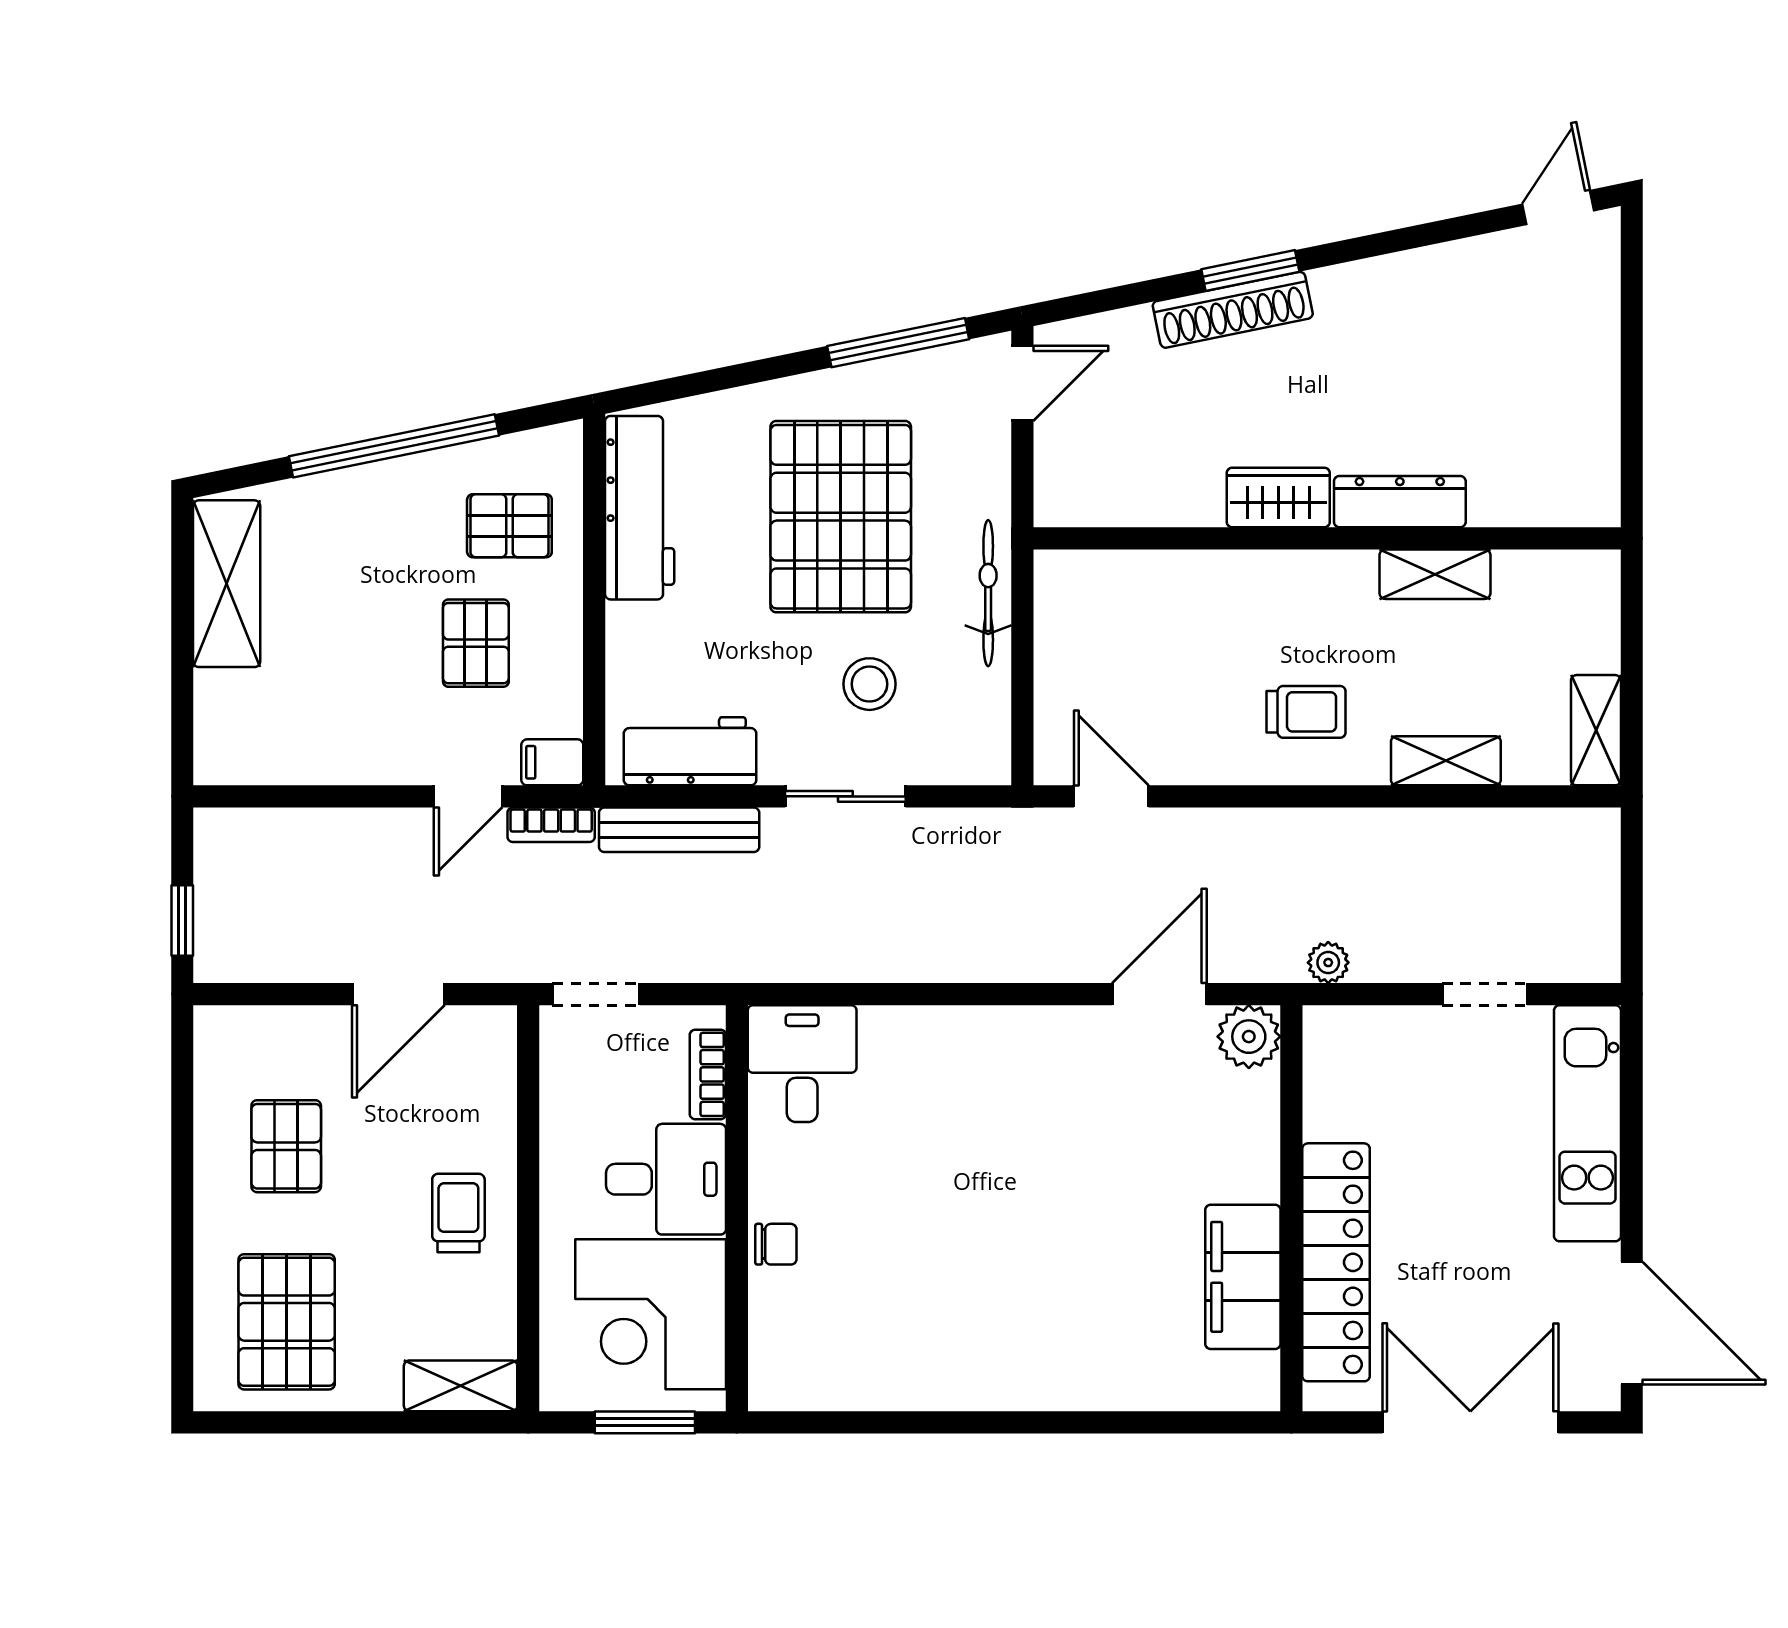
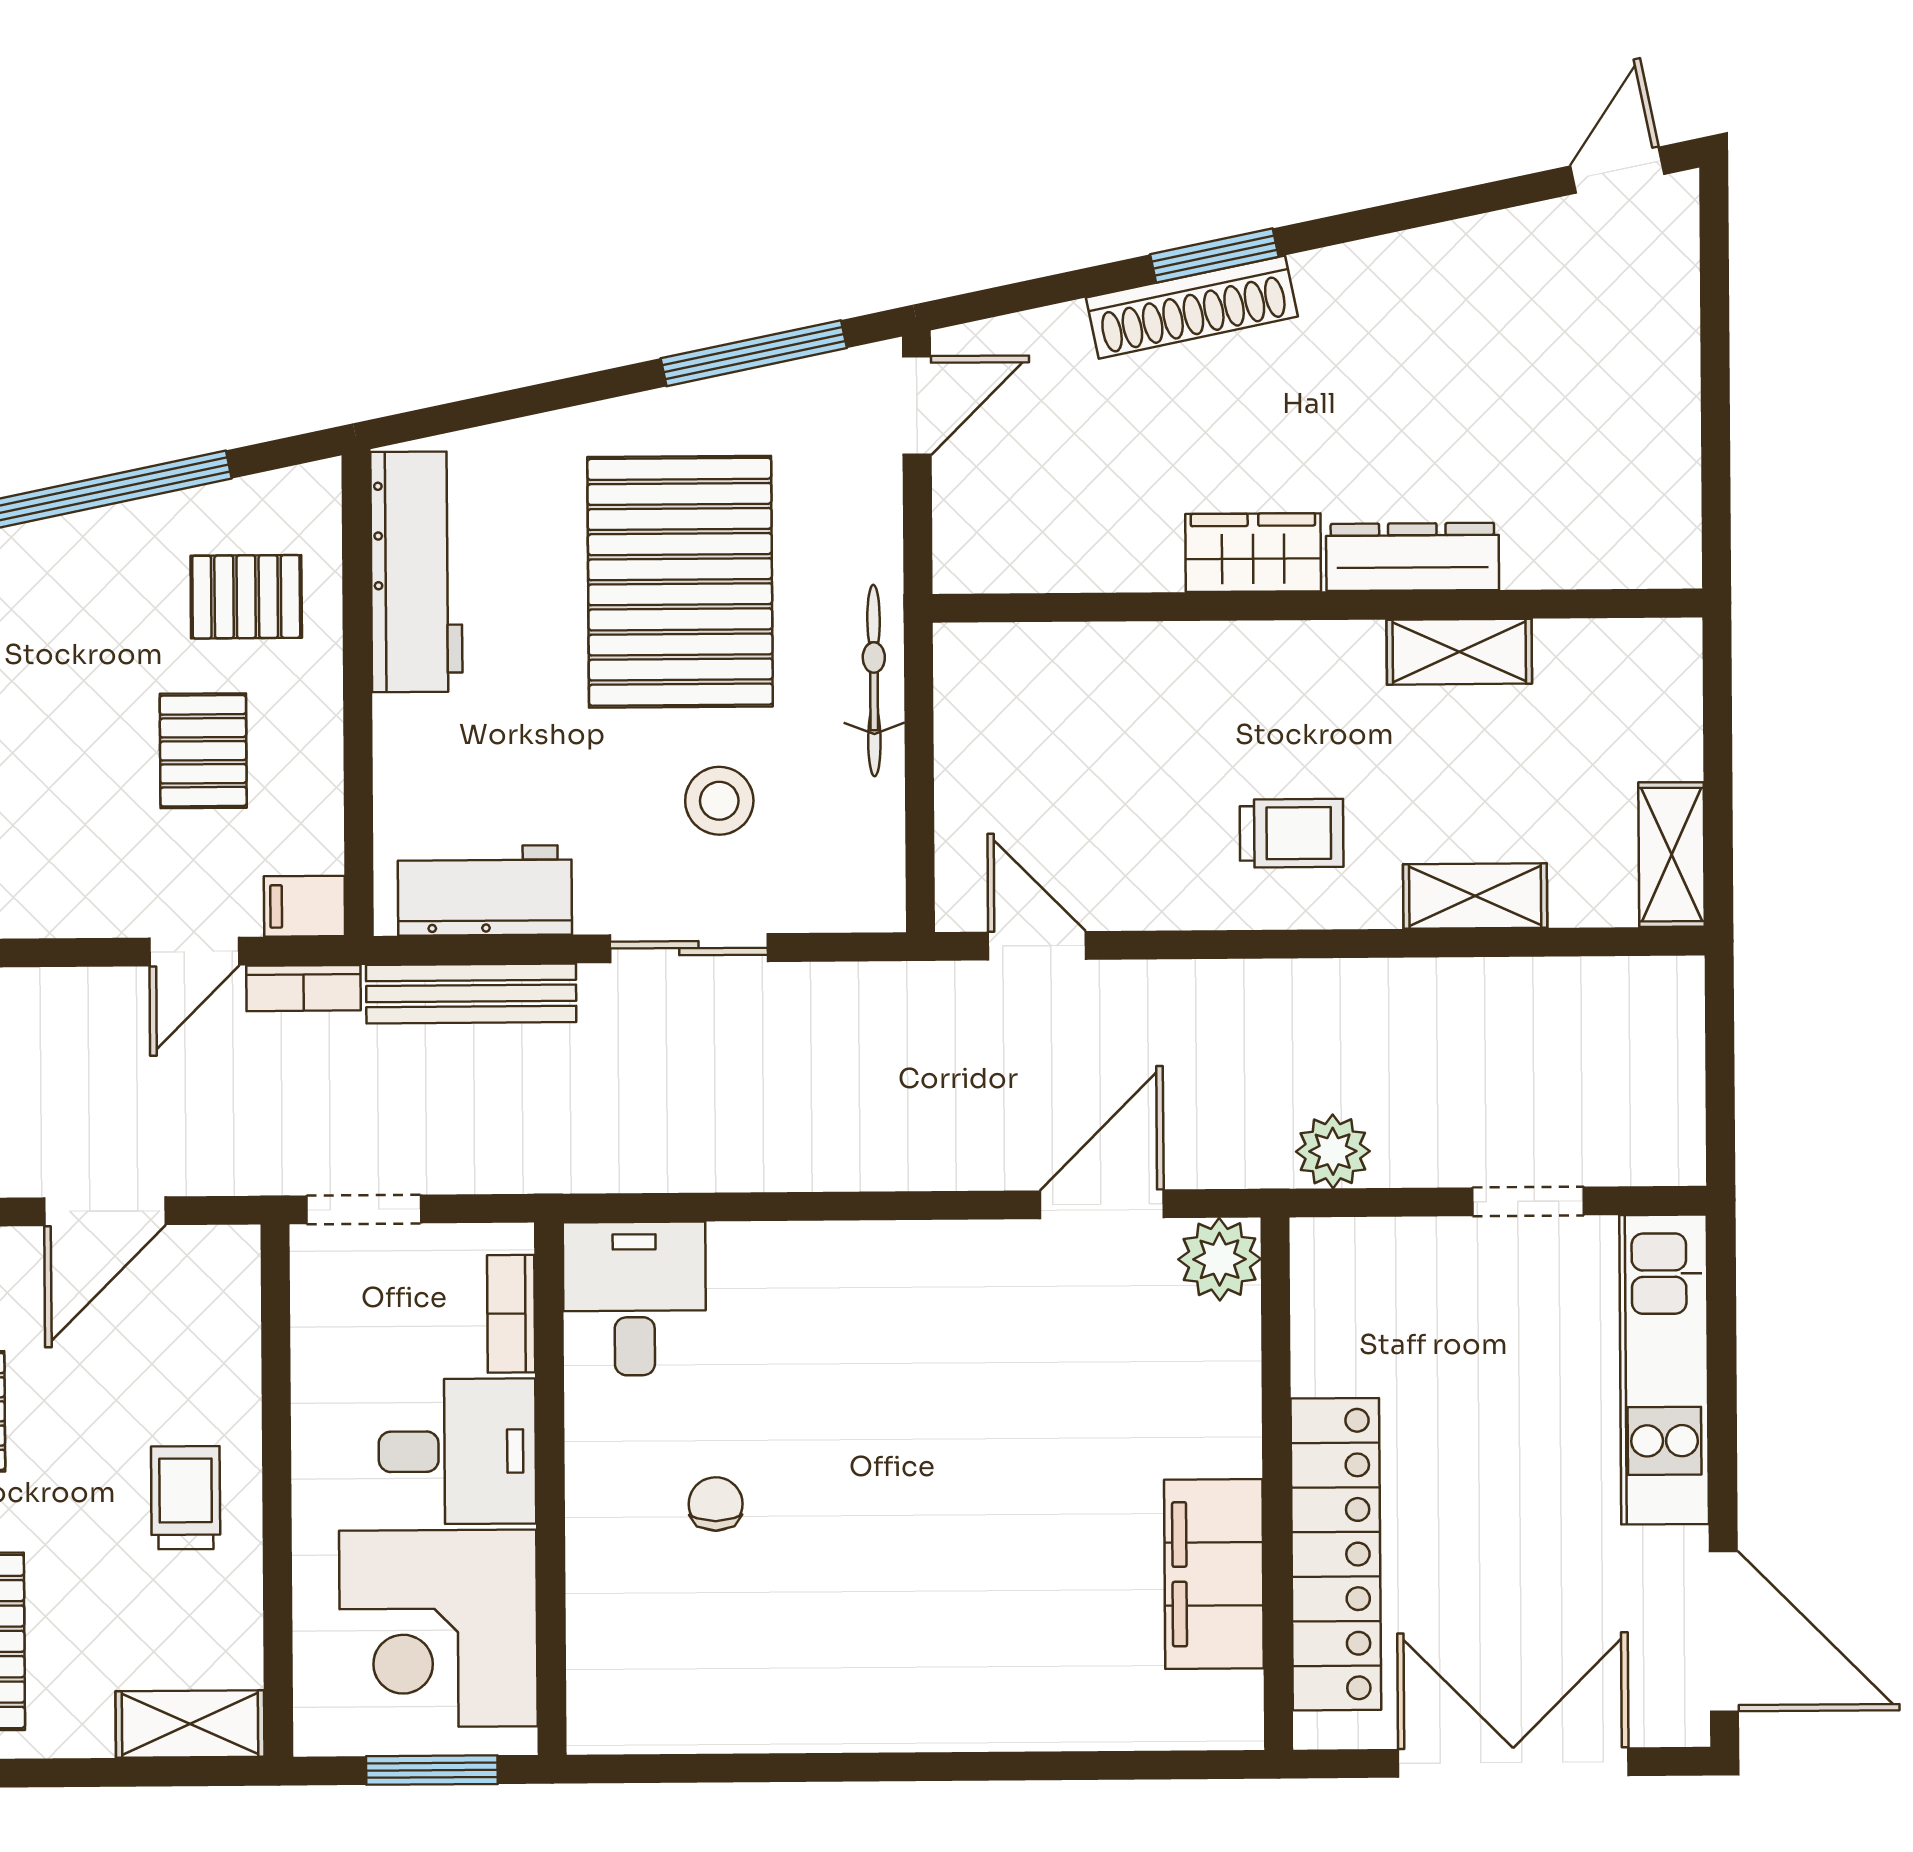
plant: (1328, 963) -> (1333, 1151), width x1.38, depth x1.38
chair: (776, 1244) -> (716, 1504), moved, turned -90

